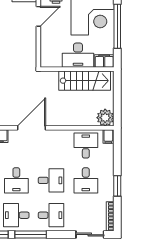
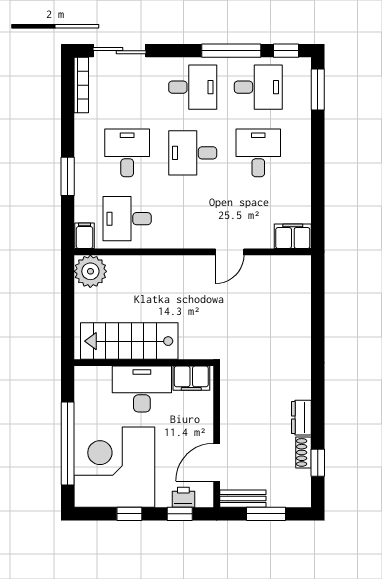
filing cabinet: (104, 61) -> (191, 378), moved
door: (31, 128) -> (230, 252), width x0.53
desk: (86, 145) -> (127, 219), turned 90
window: (117, 186) -> (68, 176), moved
desk: (51, 215) -> (193, 87), turned 180

